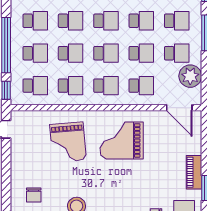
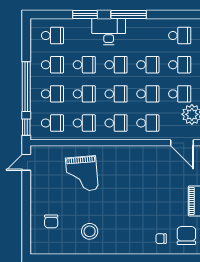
grand piano: (122, 140) -> (130, 172), removed

